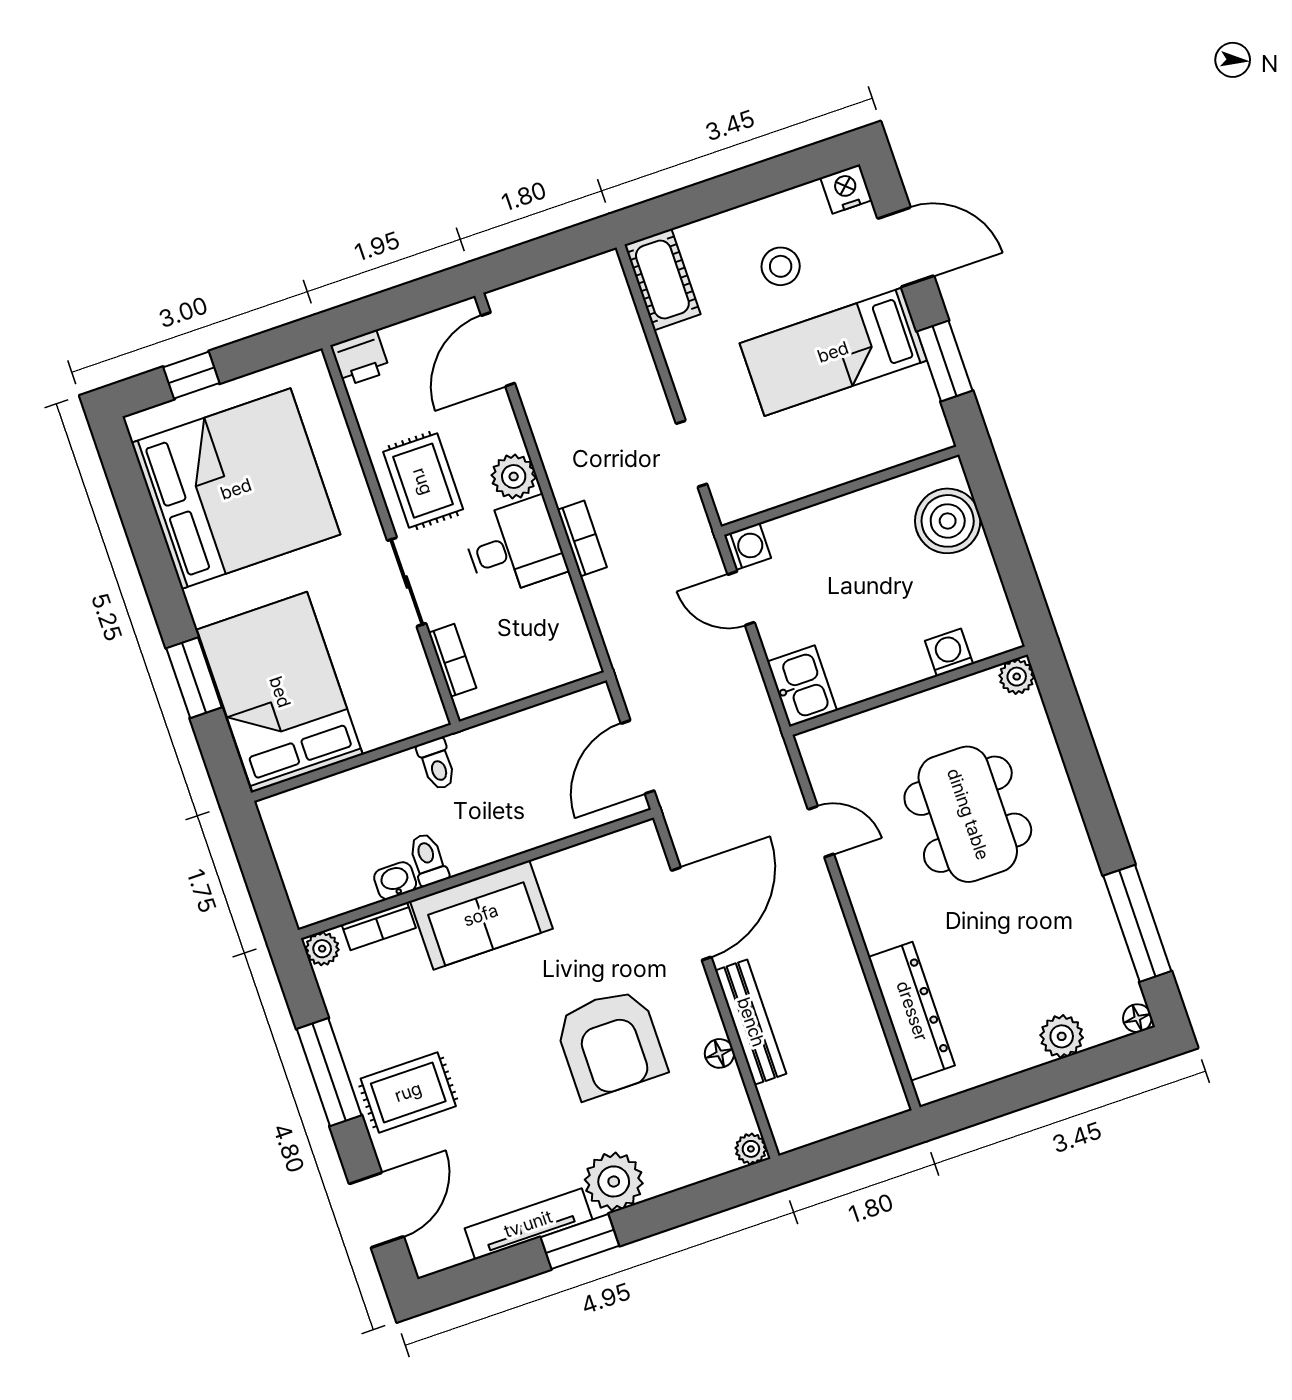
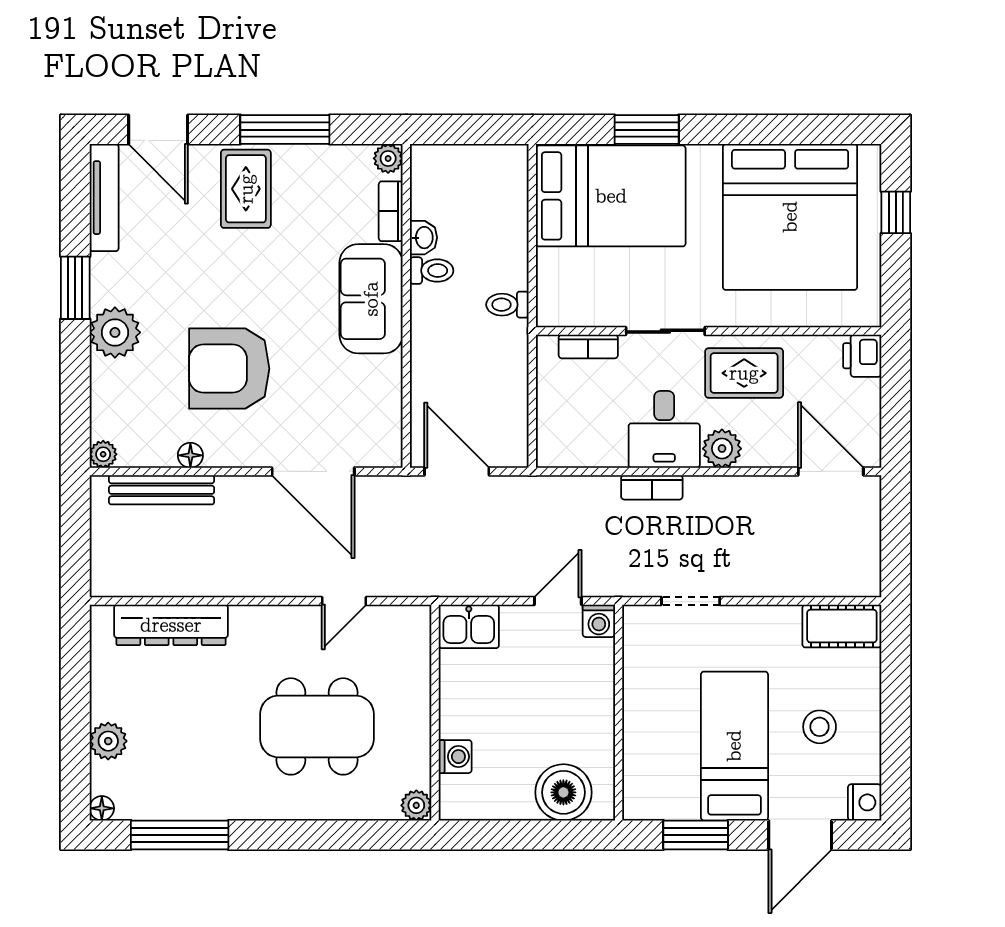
bench: (751, 1022) -> (162, 490), moved
tv unit: (528, 1224) -> (104, 198), moved

